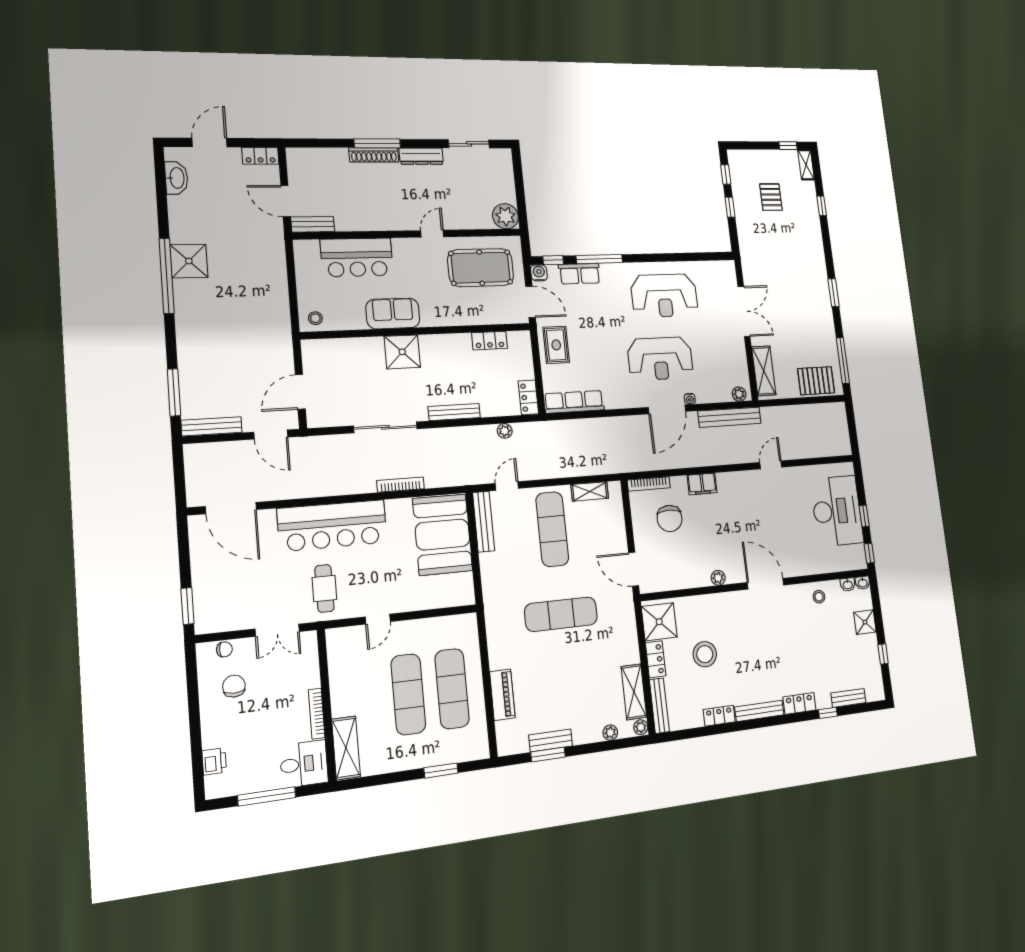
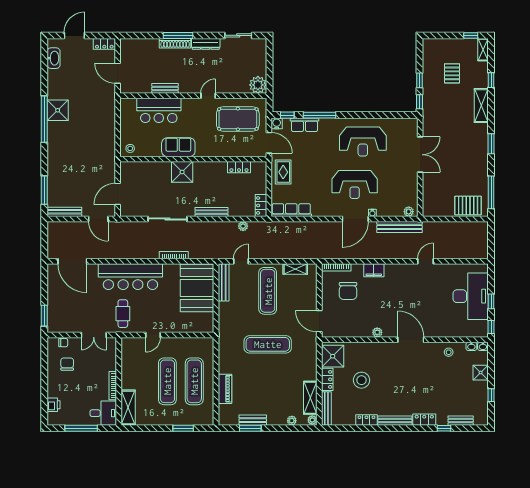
window: (726, 174) -> (420, 102), moved
bench: (313, 224) -> (165, 88), moved
shelving: (764, 371) -> (481, 106), moved

